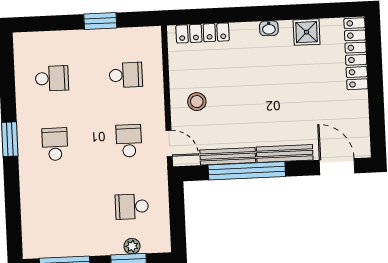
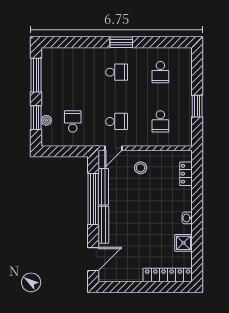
locker: (203, 33) -> (186, 174), width x0.66

